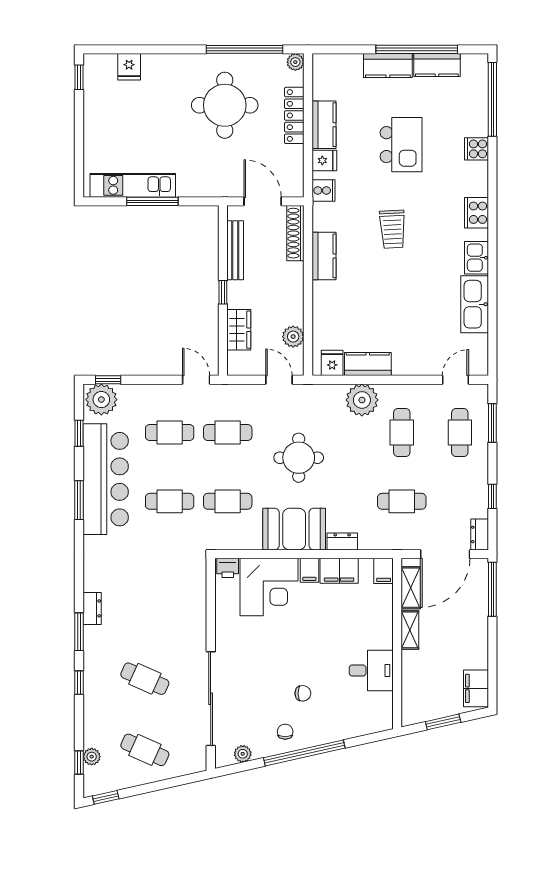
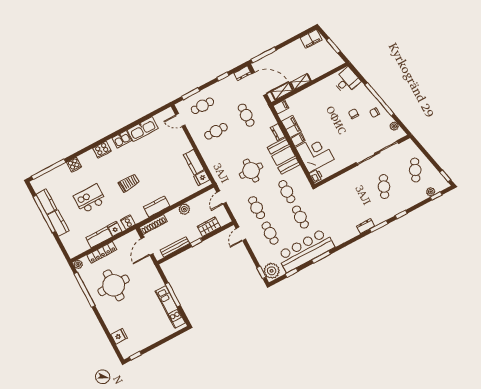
plant: (293, 337) -> (184, 209), moved
plant: (362, 400) -> (211, 156), removed
desk: (371, 670) -> (347, 81), moved, turned 77

